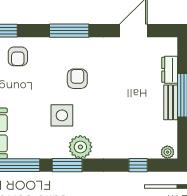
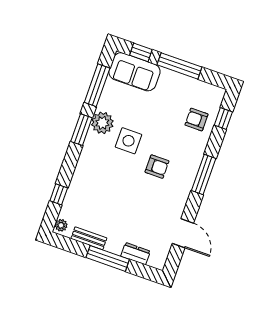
bench: (171, 102) -> (89, 238), moved
plant: (80, 147) -> (102, 123), moved

